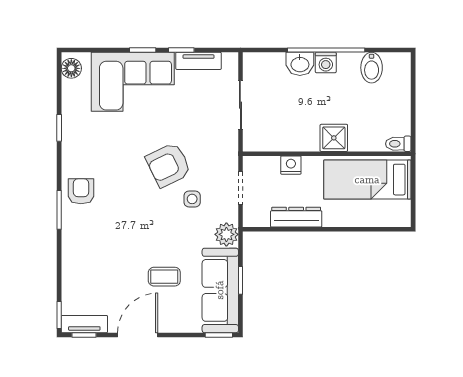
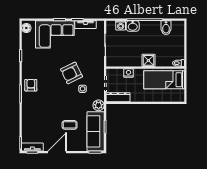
washing machine: (326, 63) -> (121, 25), moved
dresser: (296, 217) -> (118, 97), moved

